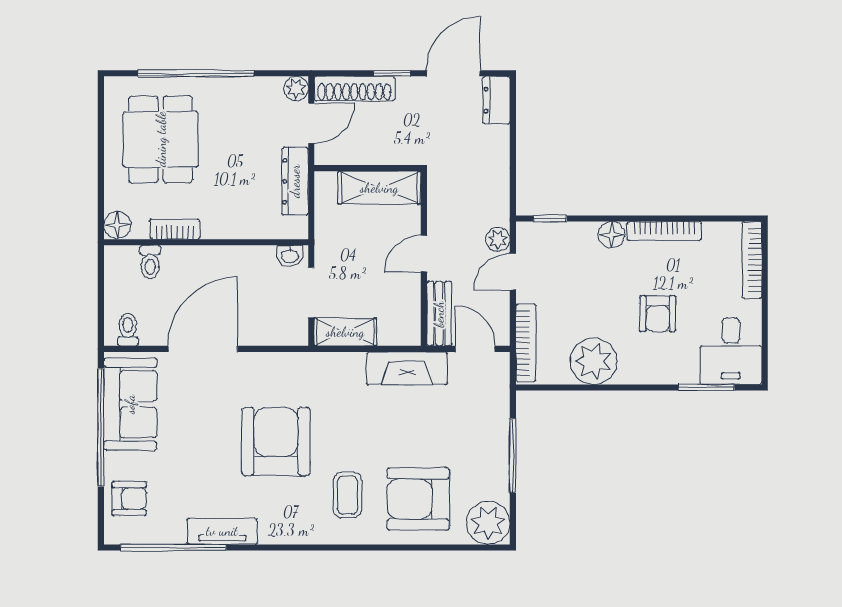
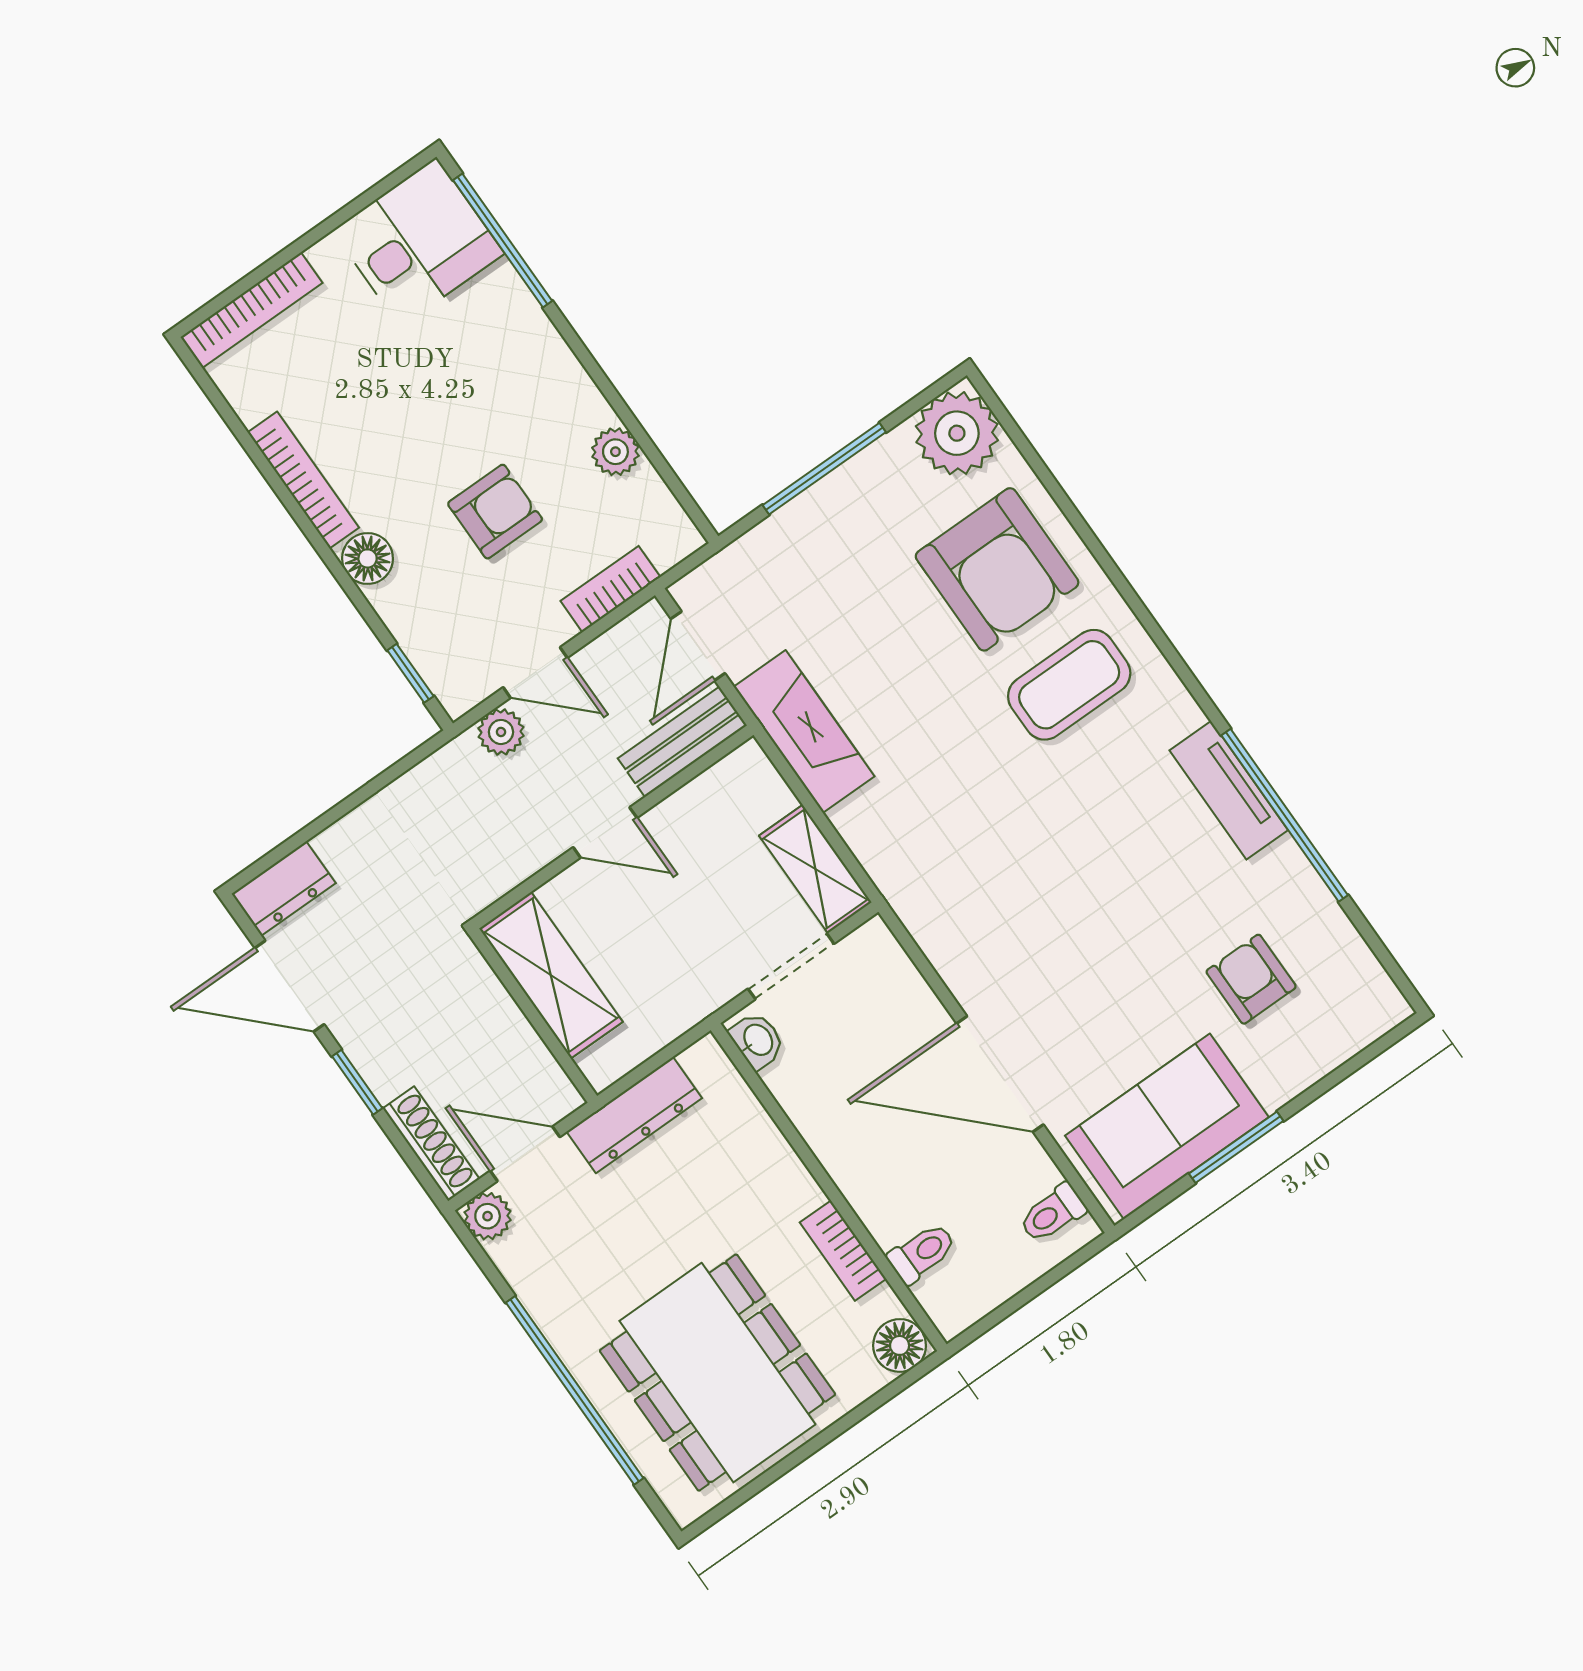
shoe rack: (354, 89) -> (431, 1144), width x0.74, depth x0.81
dining table: (161, 139) -> (717, 1373), width x1.38
armchair: (658, 314) -> (495, 512), moved
bookcase: (526, 343) -> (610, 589), width x0.64
plant: (593, 361) -> (615, 452), width x0.53, depth x0.53
window: (706, 387) -> (503, 240), width x1.44
window: (101, 427) -> (1236, 1147), width x0.47
armchair: (276, 441) -> (1064, 857), removed
coffee table: (348, 495) -> (1069, 685), width x1.36, depth x1.30
armchair: (129, 499) -> (1251, 979), moved
tv unit: (222, 531) -> (1229, 790), moved
window: (173, 548) -> (1285, 815), moved

